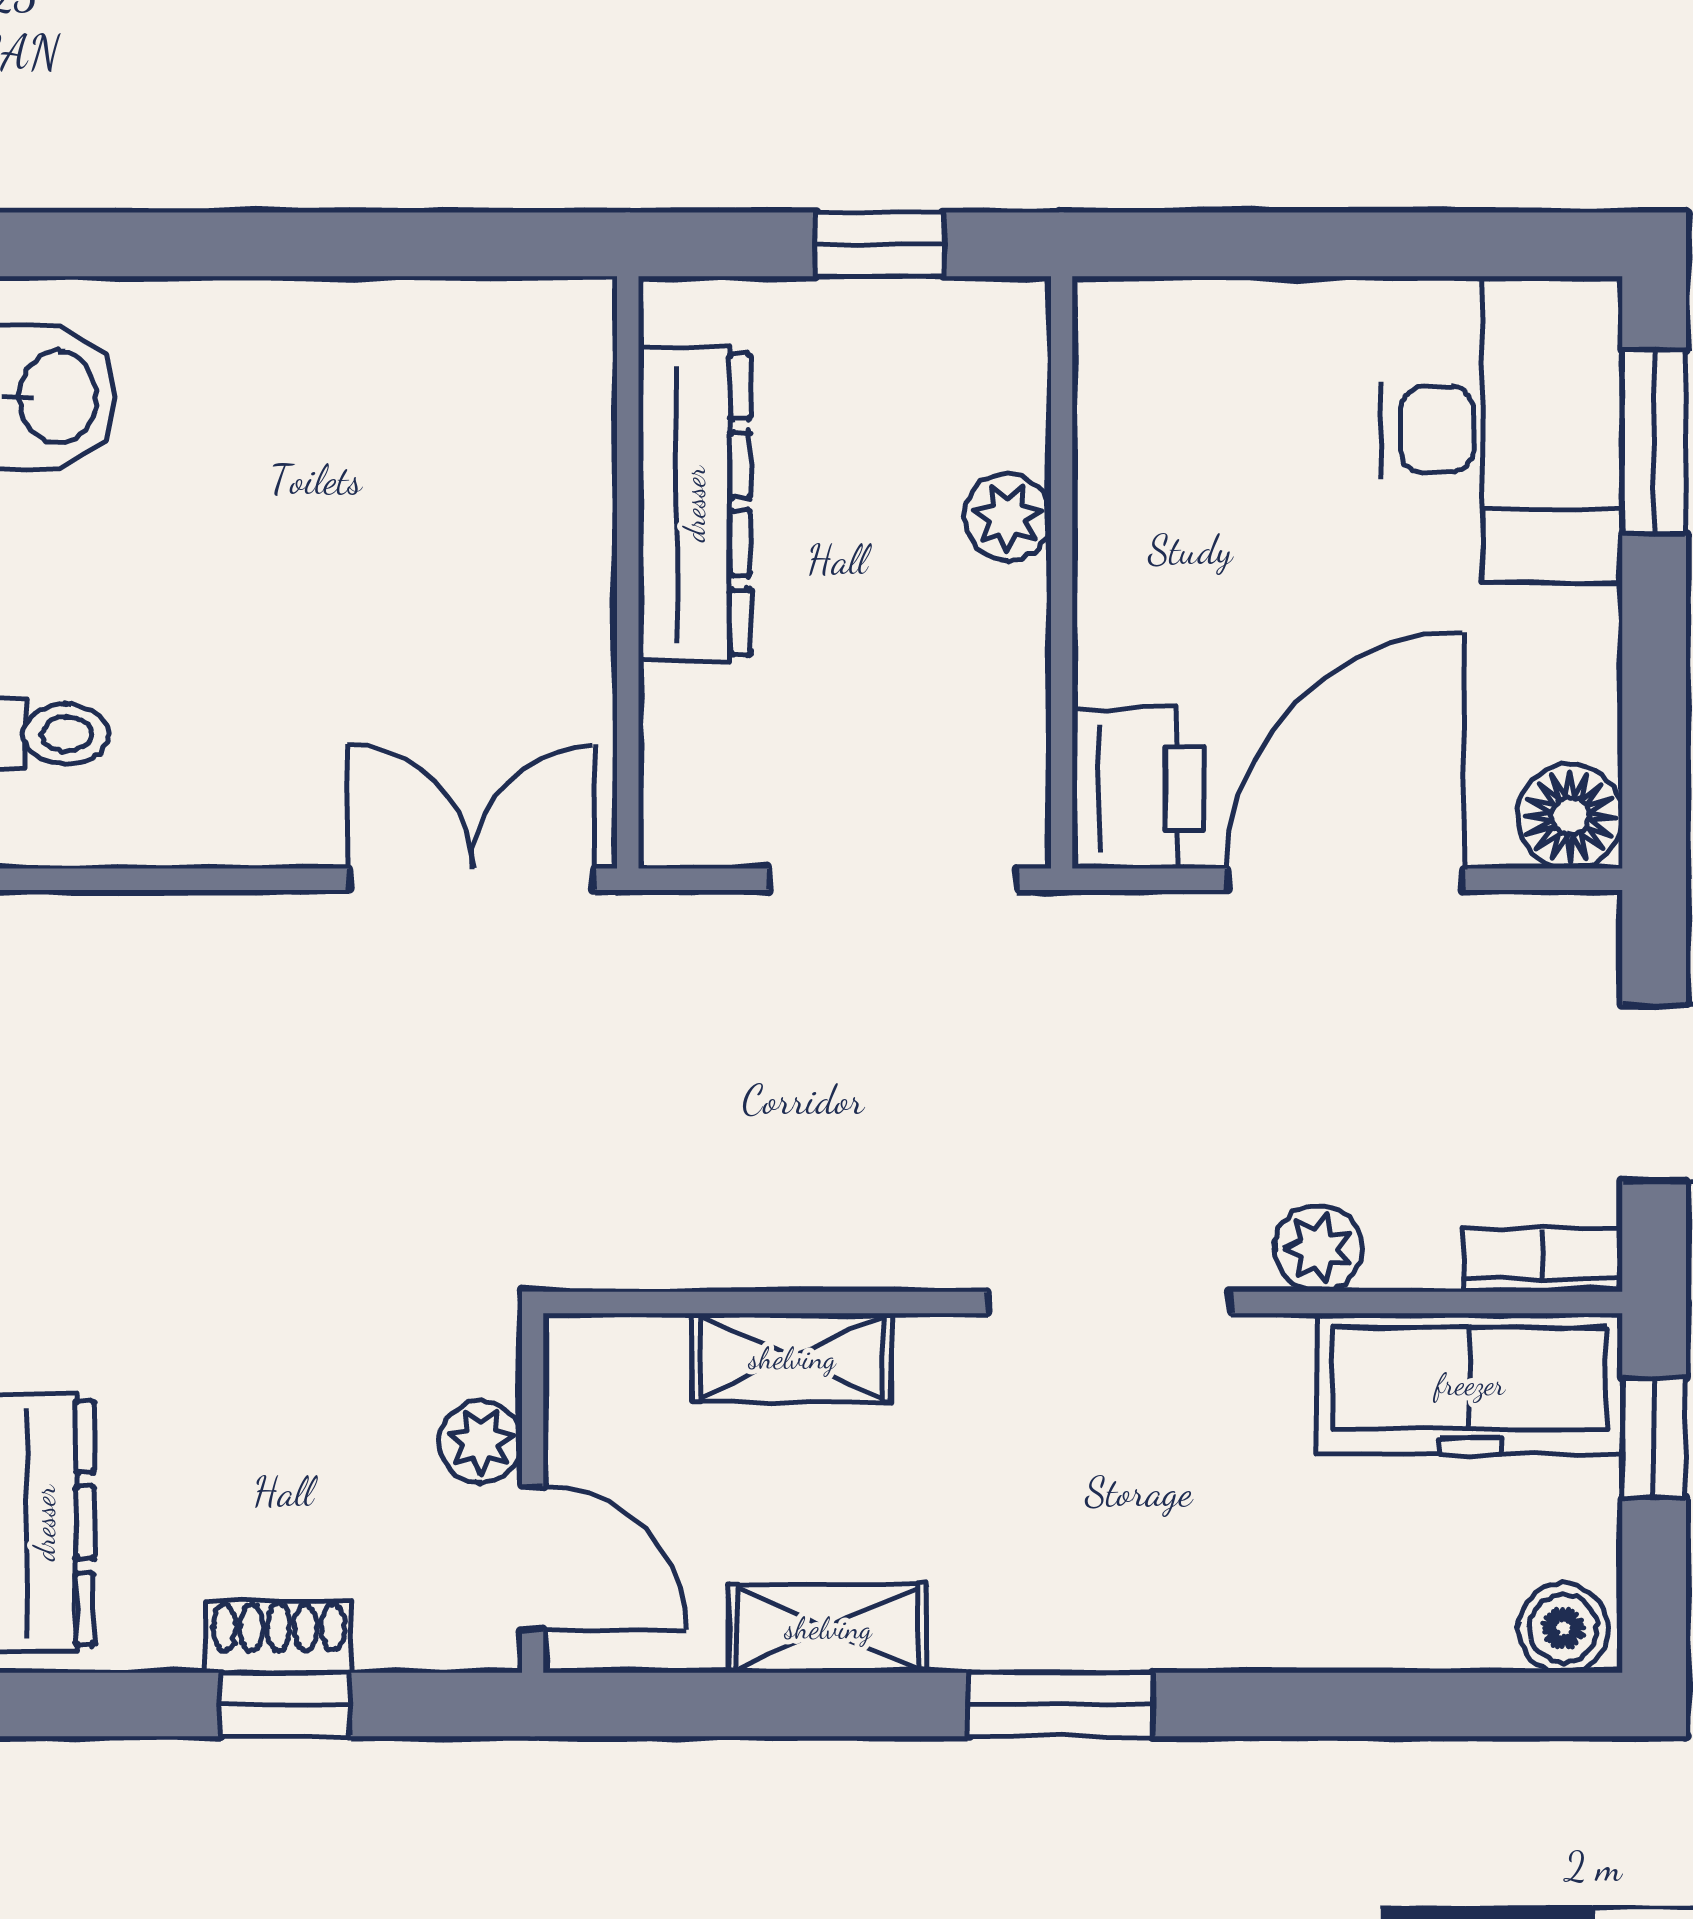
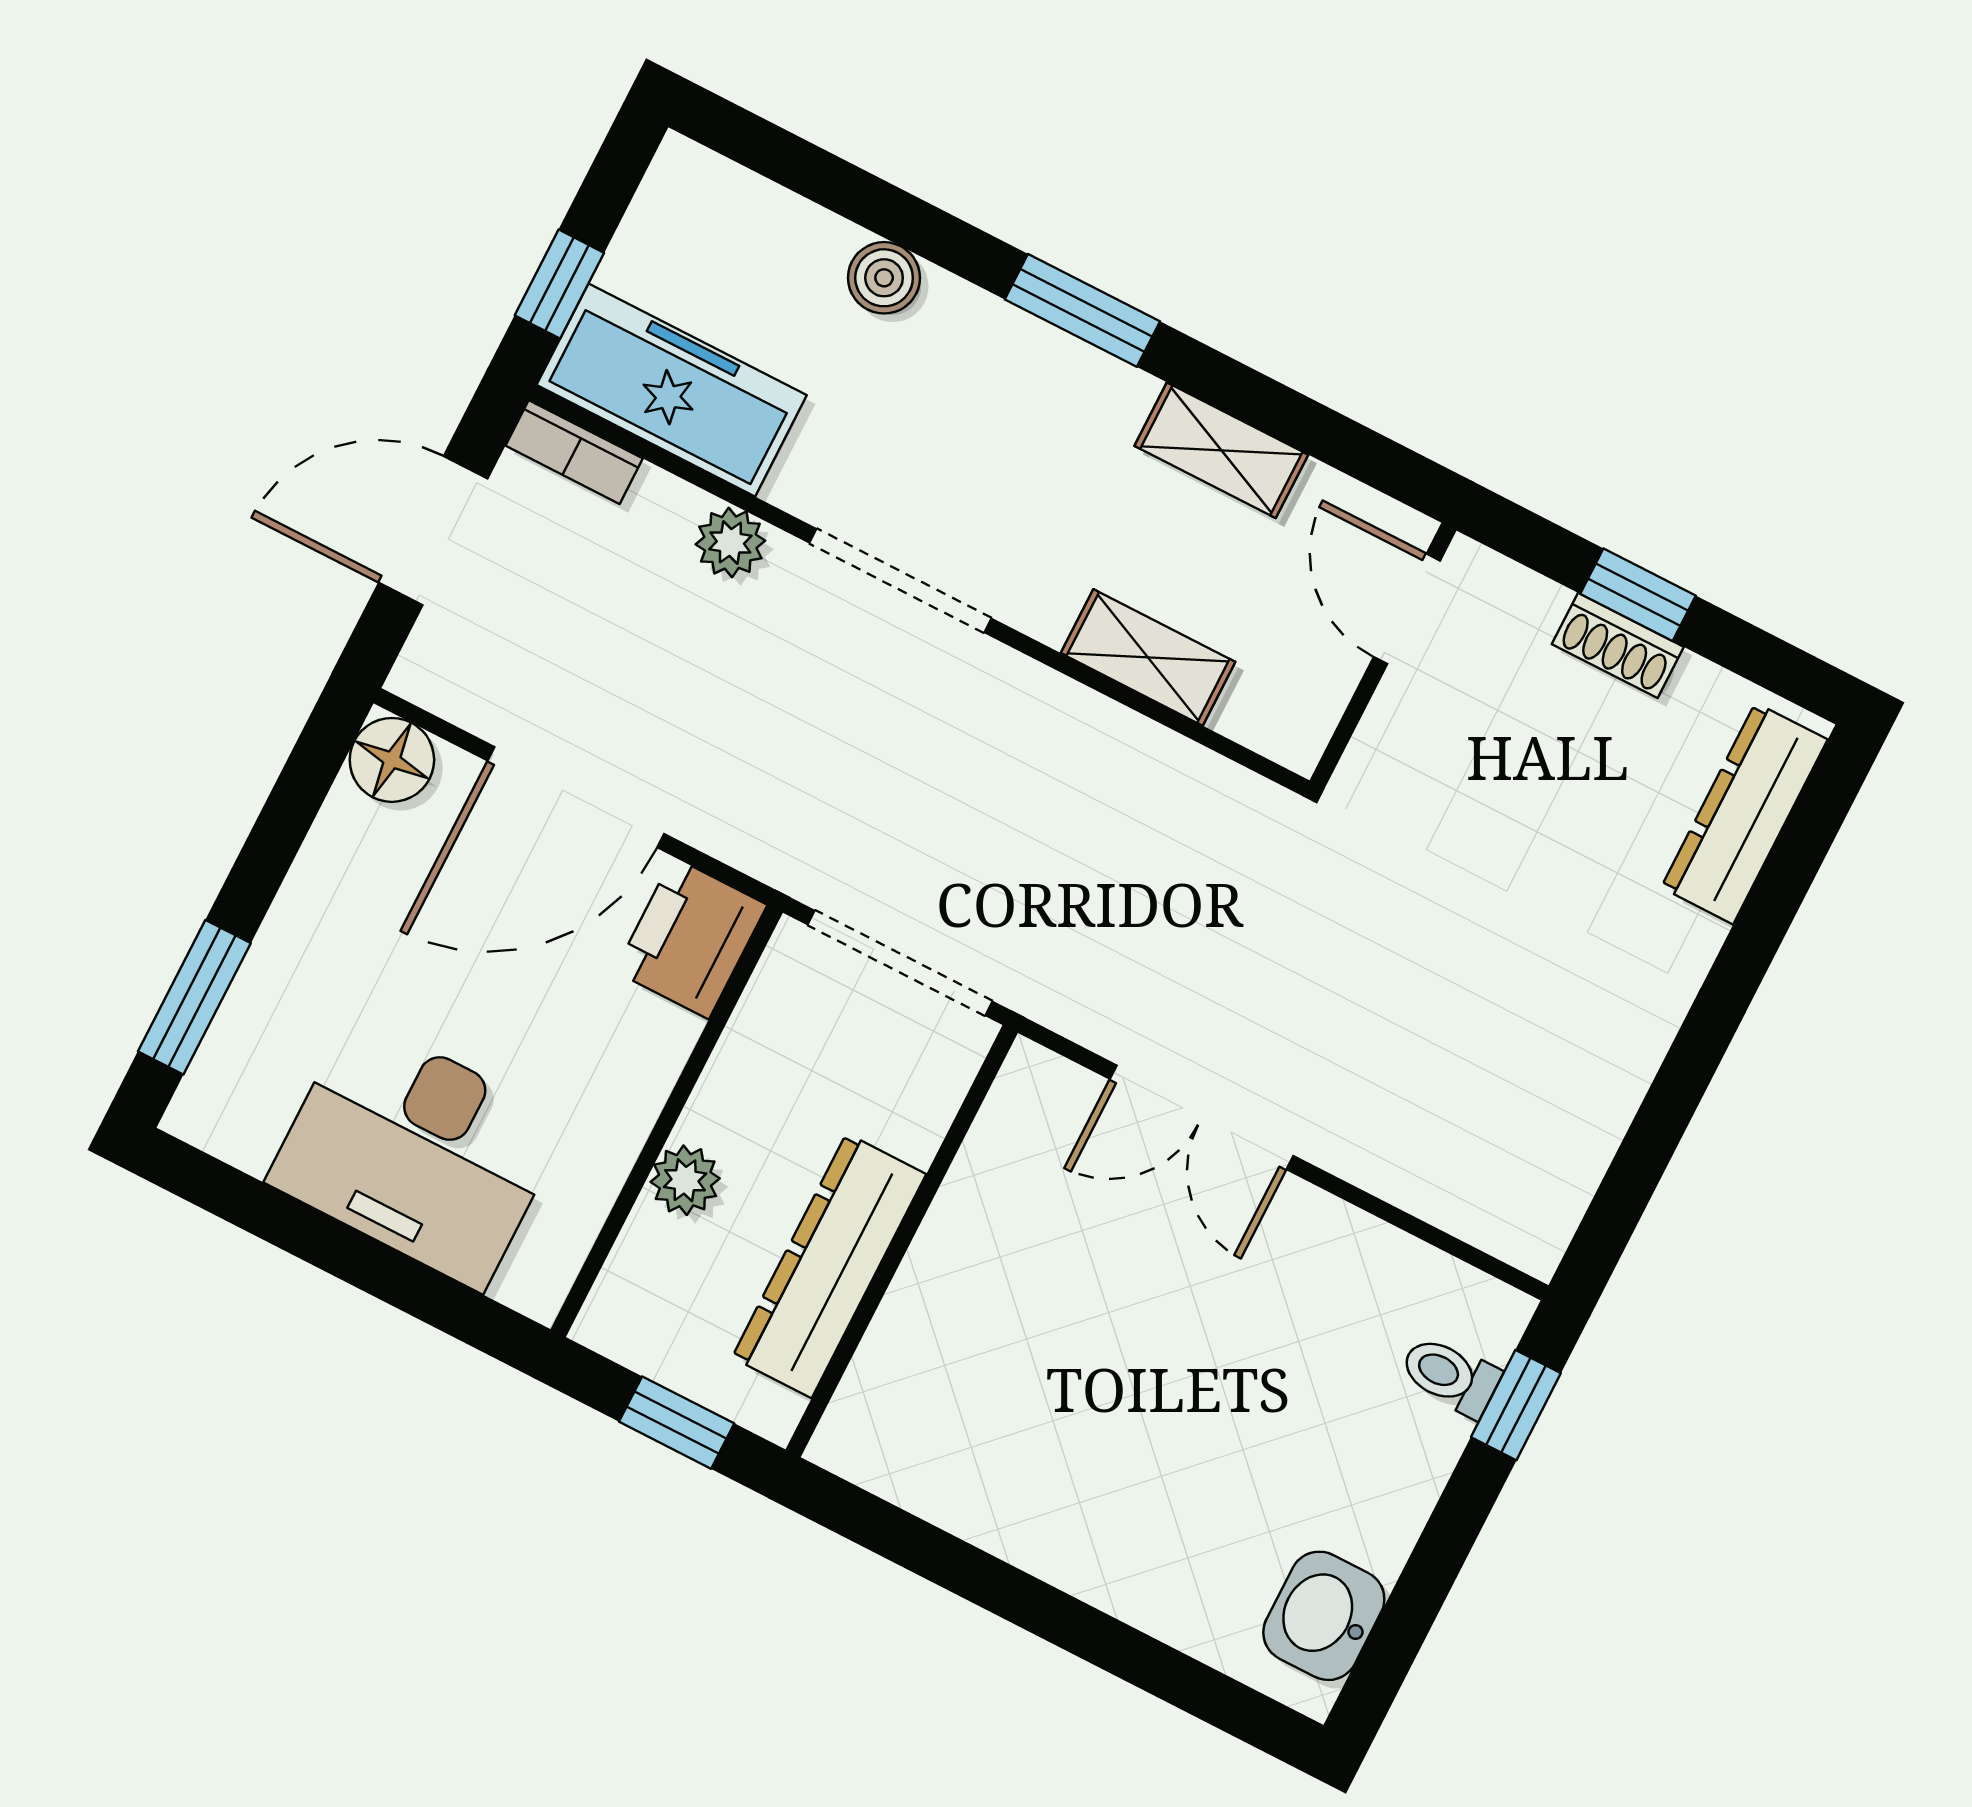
desk: (1502, 430) -> (417, 1152), moved, turned -90
dresser: (694, 504) -> (829, 1266), moved
wall: (628, 572) -> (902, 1241), moved
plant: (481, 1442) -> (1401, 711), removed
boiler: (1563, 1628) -> (884, 278), moved

